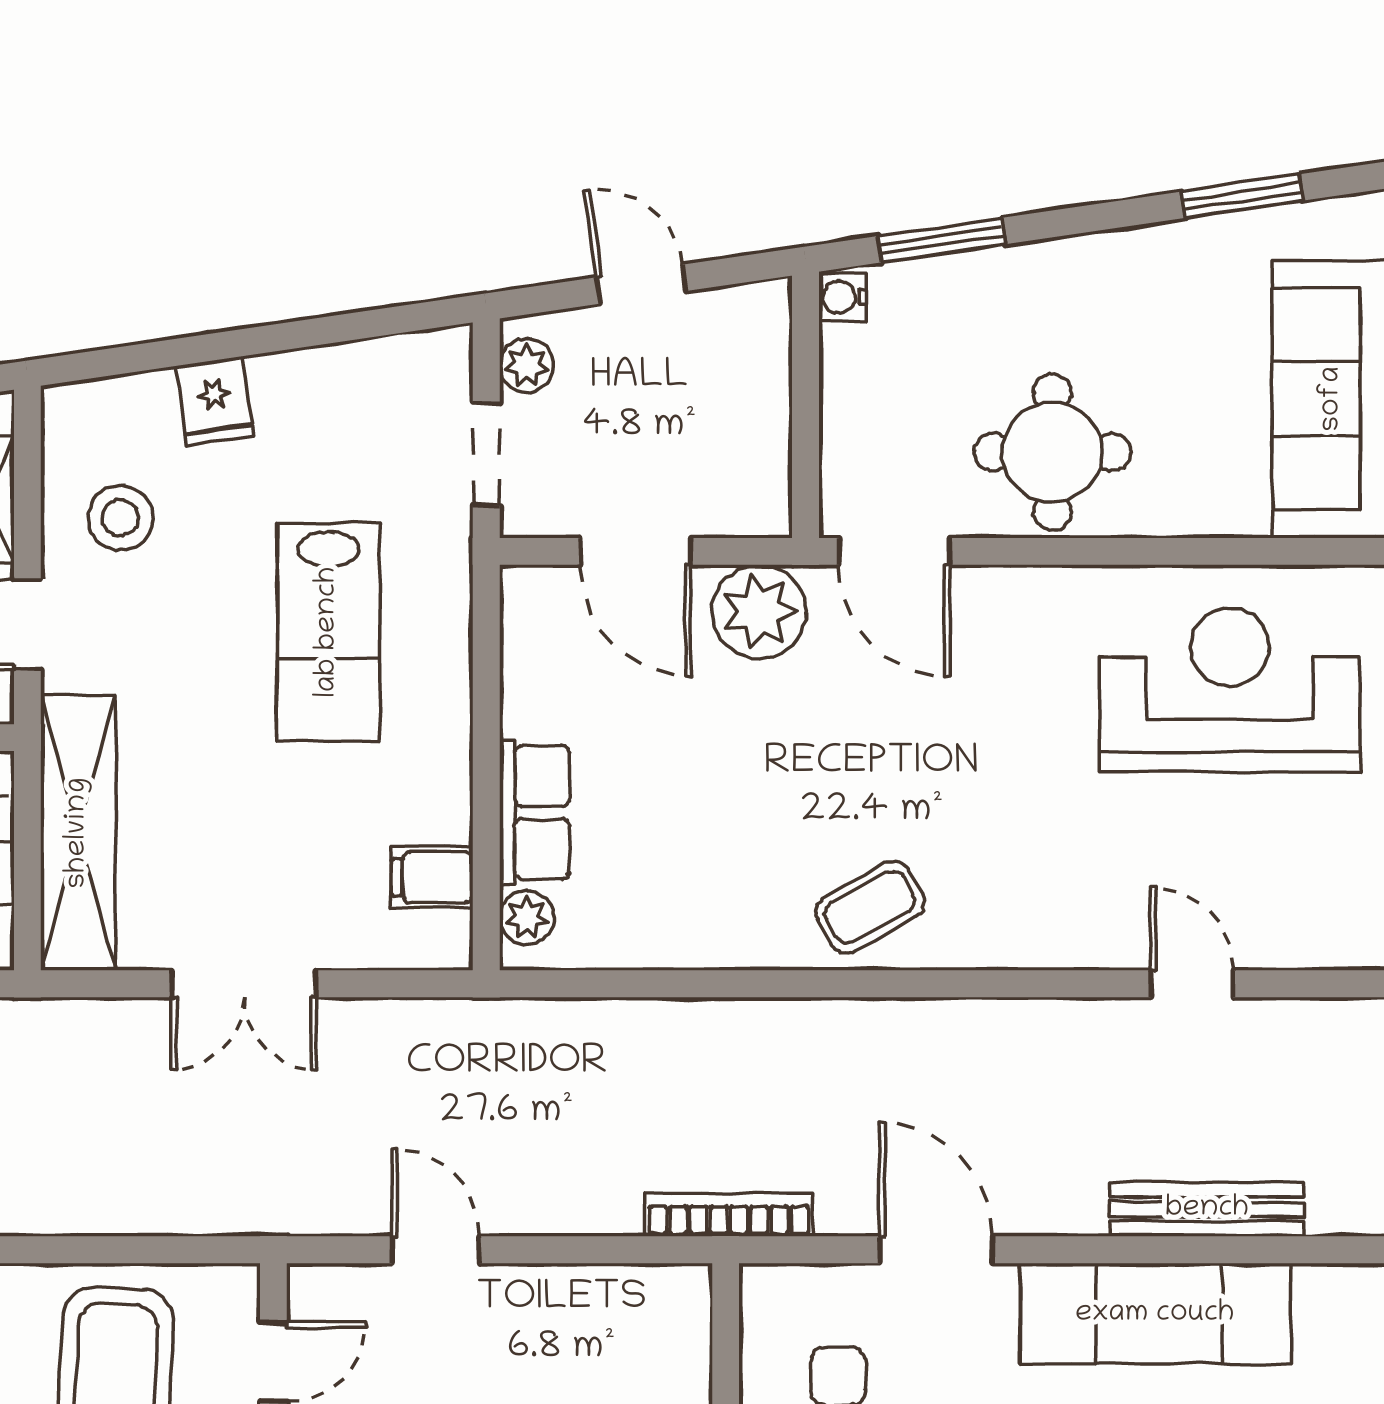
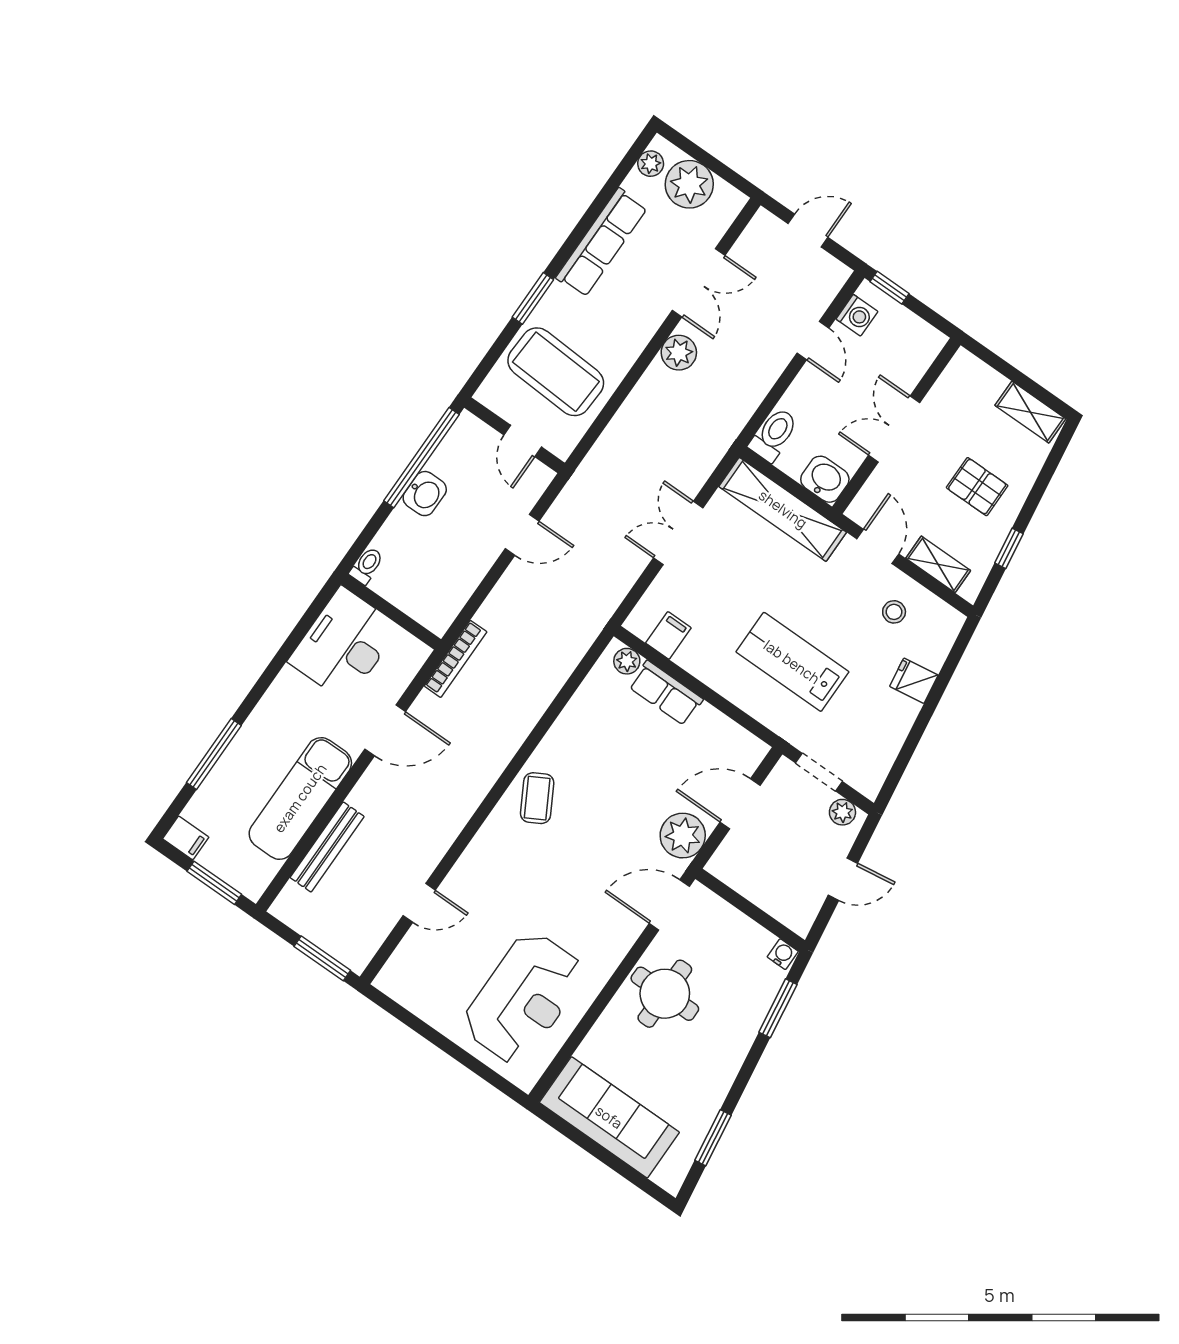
stool: (120, 518) -> (894, 612), width x0.73, depth x0.73

